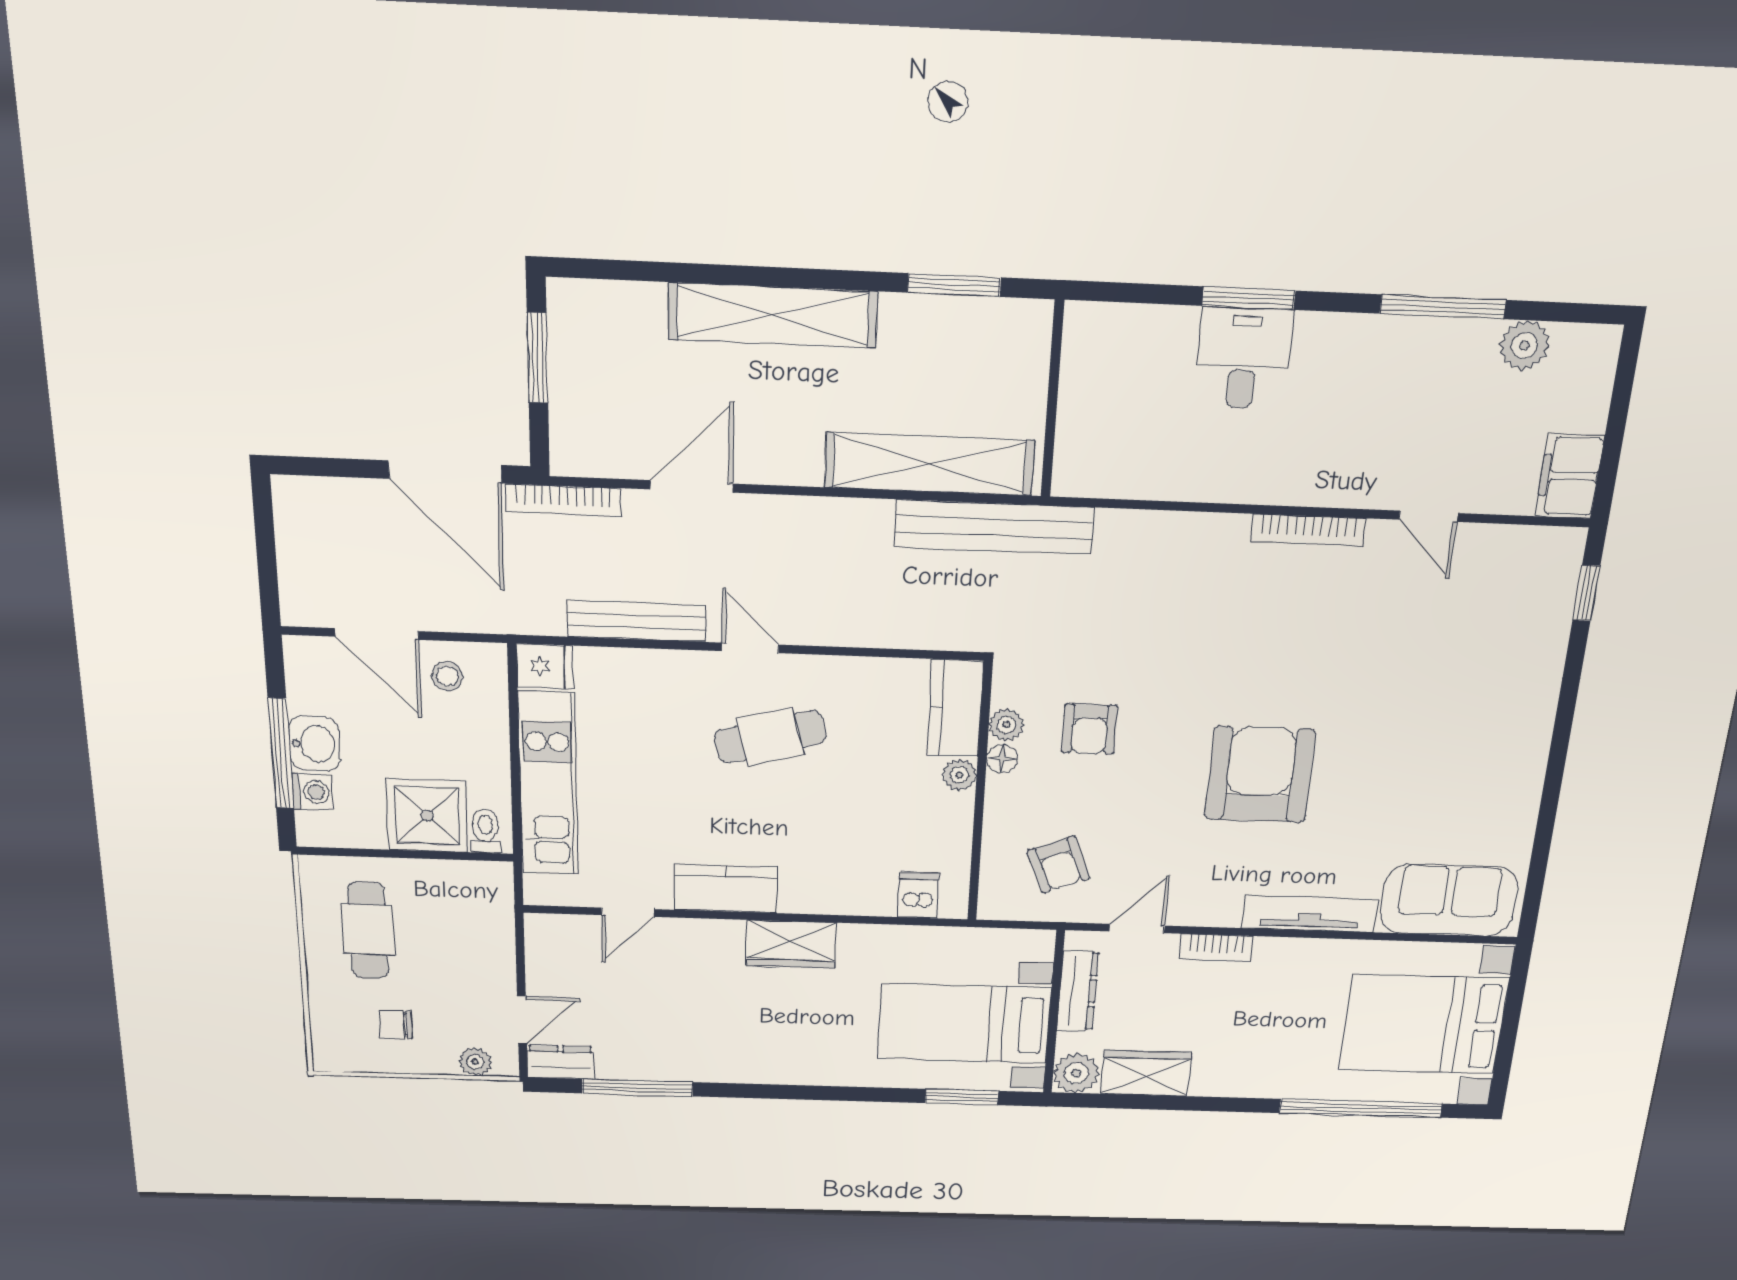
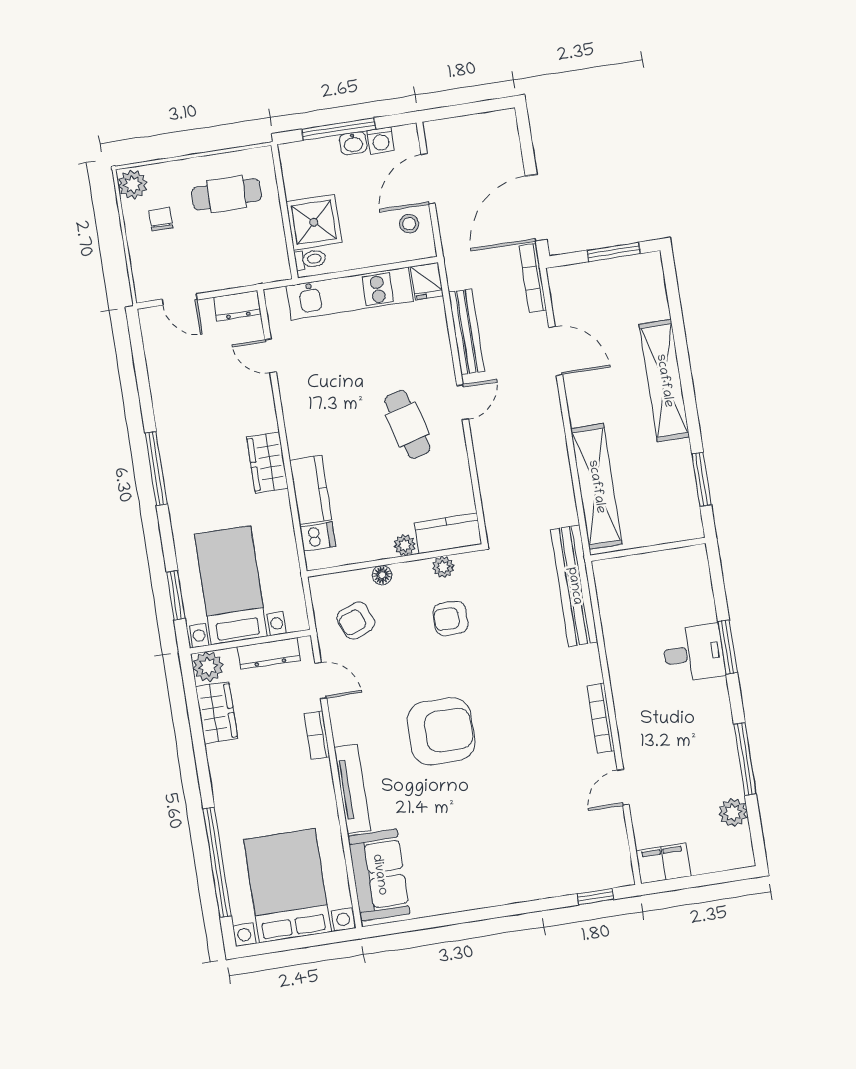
bench: (994, 527) -> (574, 586), moved
washbasin: (314, 744) -> (353, 143), width x0.72, depth x0.69
floor lamp: (1002, 759) -> (382, 575), moved
washing machine: (312, 792) -> (381, 140), moved
kitchen counter: (726, 889) -> (311, 490), moved
plant: (475, 1062) -> (133, 184), moved, width x1.38, depth x1.38
dresser: (561, 1062) -> (237, 306), moved, turned 90
window: (637, 1088) -> (156, 468), moved

